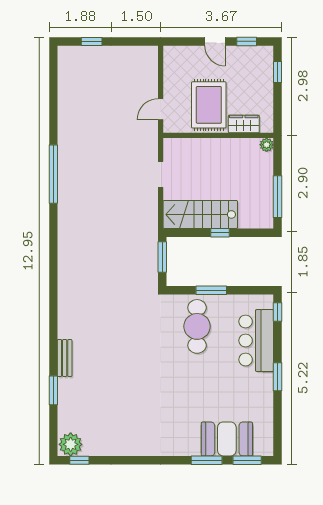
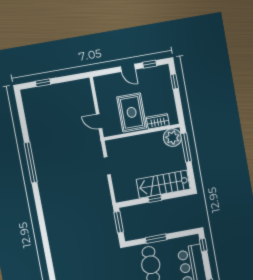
door: (161, 109) -> (99, 121), hinge flipped
plant: (267, 145) -> (172, 138), width x1.87, depth x1.87
window: (53, 174) -> (31, 162), moved
window: (278, 197) -> (186, 147), moved
stairs: (200, 214) -> (163, 184), moved

